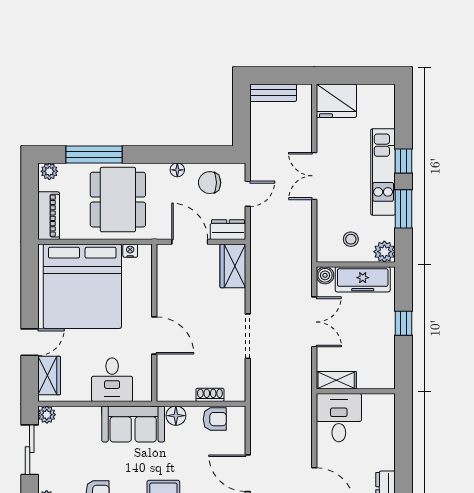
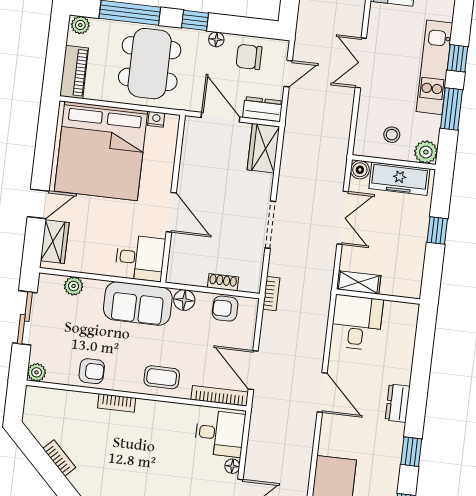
window: (155, 154) -> (195, 20), added
desk: (112, 380) -> (140, 258), moved, turned -90
bookcase: (256, 400) -> (271, 294), added
plant: (47, 415) -> (74, 286), moved
armchair: (215, 419) -> (225, 309), turned 180

